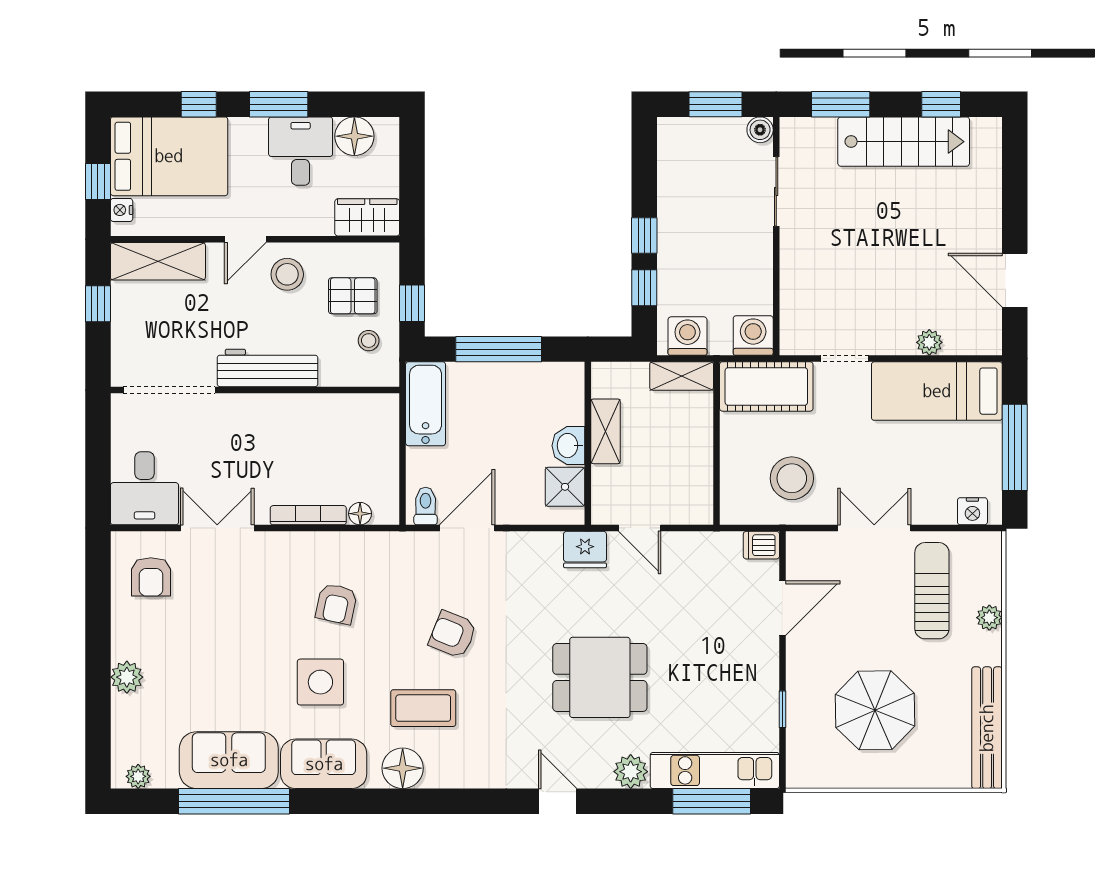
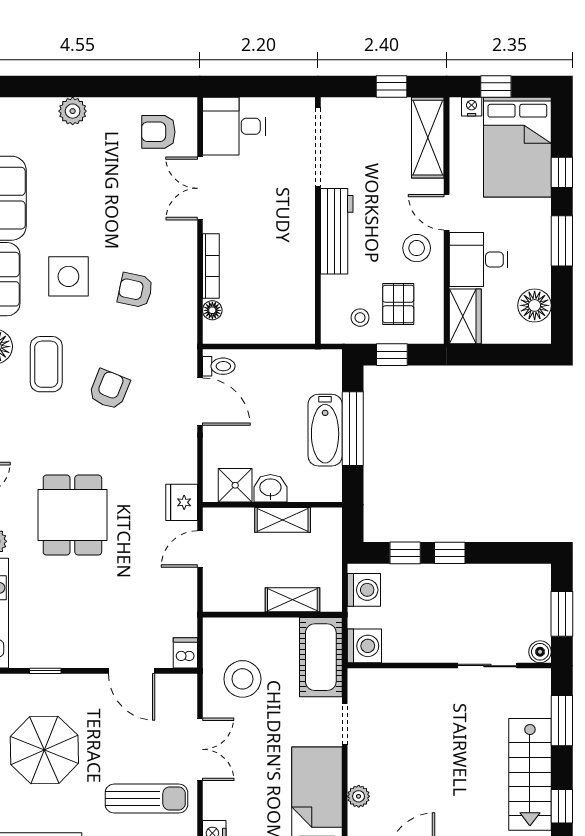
desk: (301, 151) -> (479, 259), moved, turned 180
shelving: (682, 376) -> (292, 600), moved, turned 90
bathtub: (426, 404) -> (325, 430), moved, turned 90
double door: (217, 528) -> (200, 188), swing flipped

